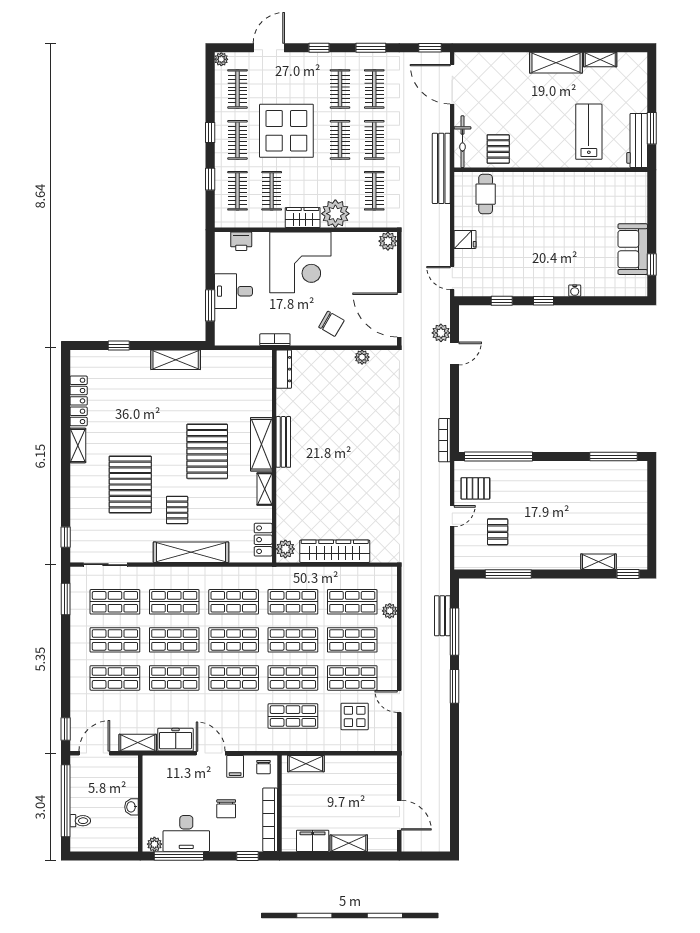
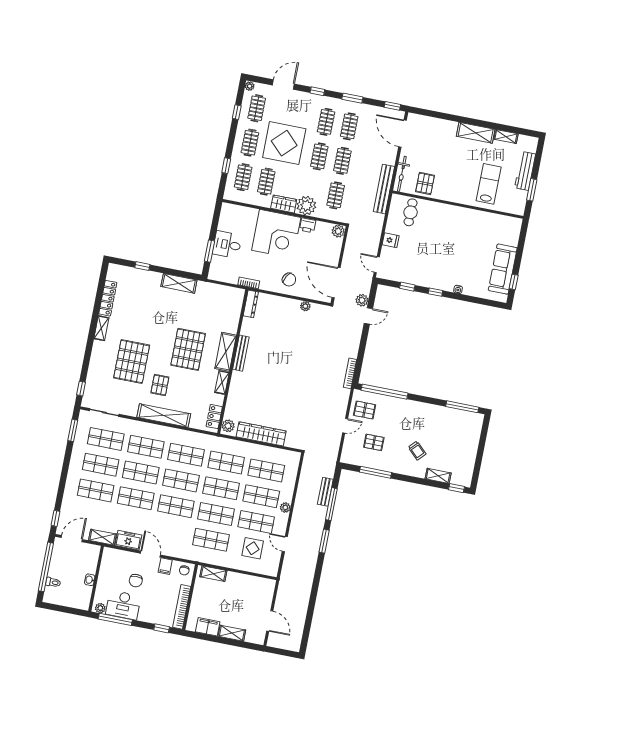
window: (210, 132) -> (237, 112), moved
workbench: (637, 141) -> (525, 171), moved
printer: (241, 241) -> (308, 225), moved
sofa: (633, 249) -> (503, 269), width x1.36
trolley: (561, 531) -> (417, 451), added
pallet: (498, 532) -> (374, 442), turned 90
plant: (390, 611) -> (285, 508), moved
chair: (226, 809) -> (136, 581), moved

